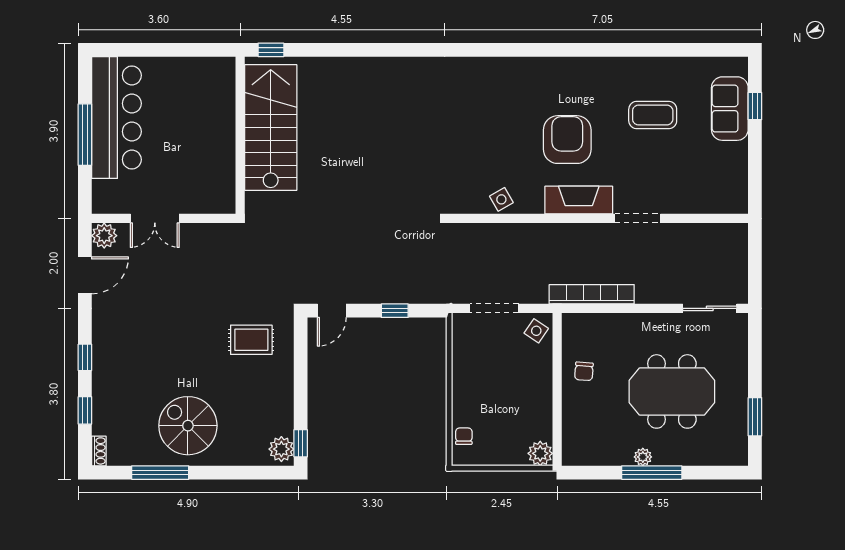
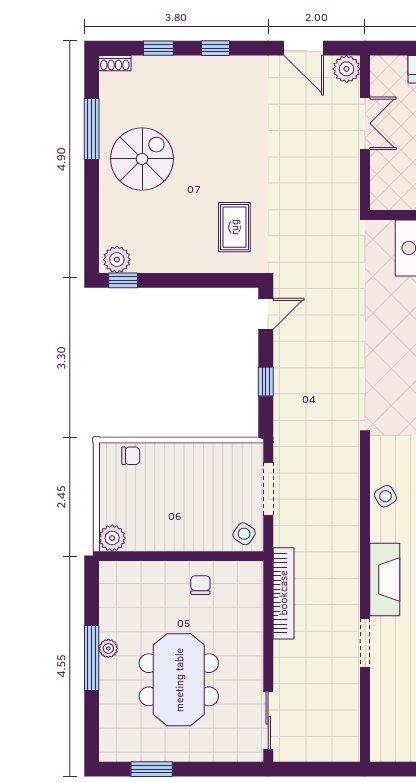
double door: (155, 218) -> (365, 123), swing flipped
door: (332, 311) -> (266, 314), swing flipped
chair: (584, 371) -> (200, 585), turned 86

